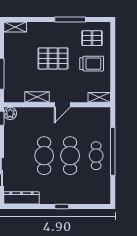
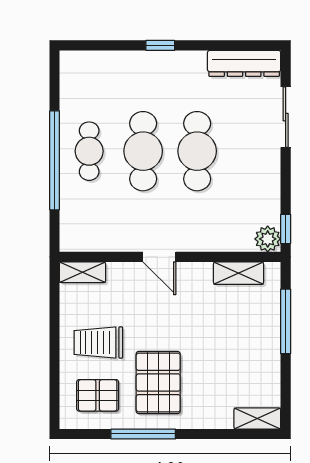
pallet: (53, 58) -> (158, 383), moved, turned 90
shelving: (37, 97) -> (238, 273), moved
door: (62, 105) -> (159, 257), swing flipped

